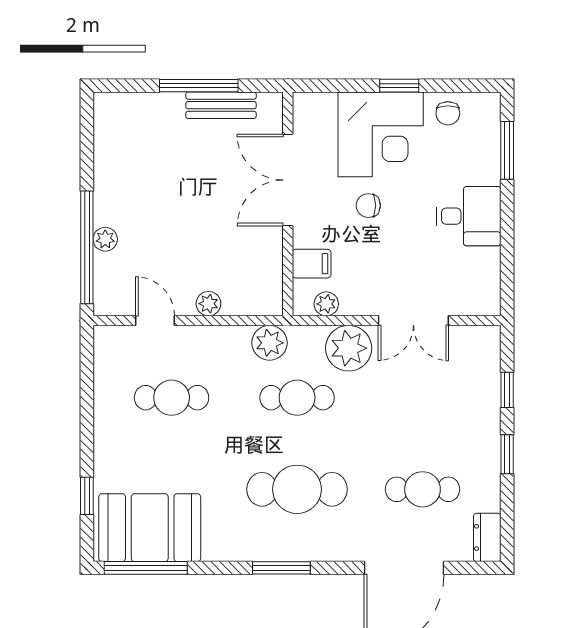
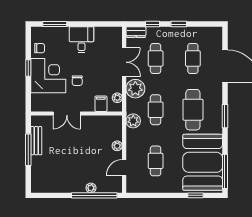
double door: (288, 180) -> (67, 113), width x0.73
cafe table: (423, 398) -> (156, 59), added
booth: (150, 528) -> (203, 162), width x1.36, depth x1.42
dresser: (487, 537) -> (136, 32), moved

